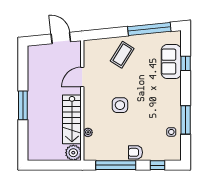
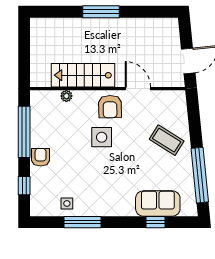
armchair: (96, 99) -> (110, 107), added
plant: (73, 153) -> (40, 77), removed

